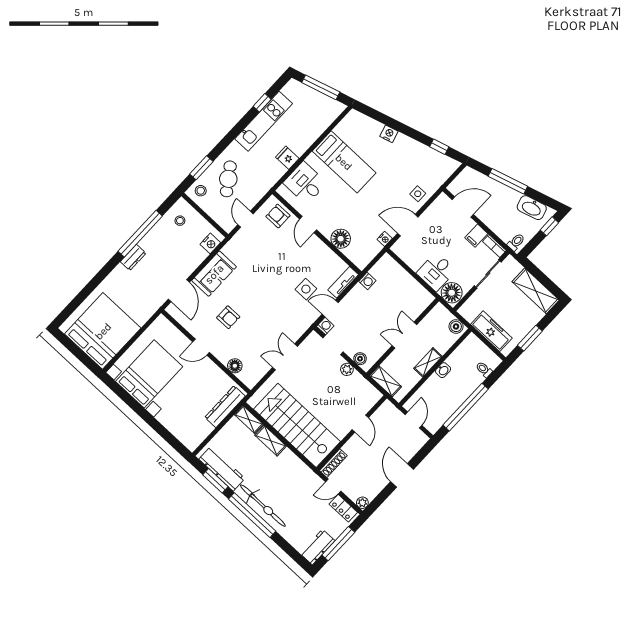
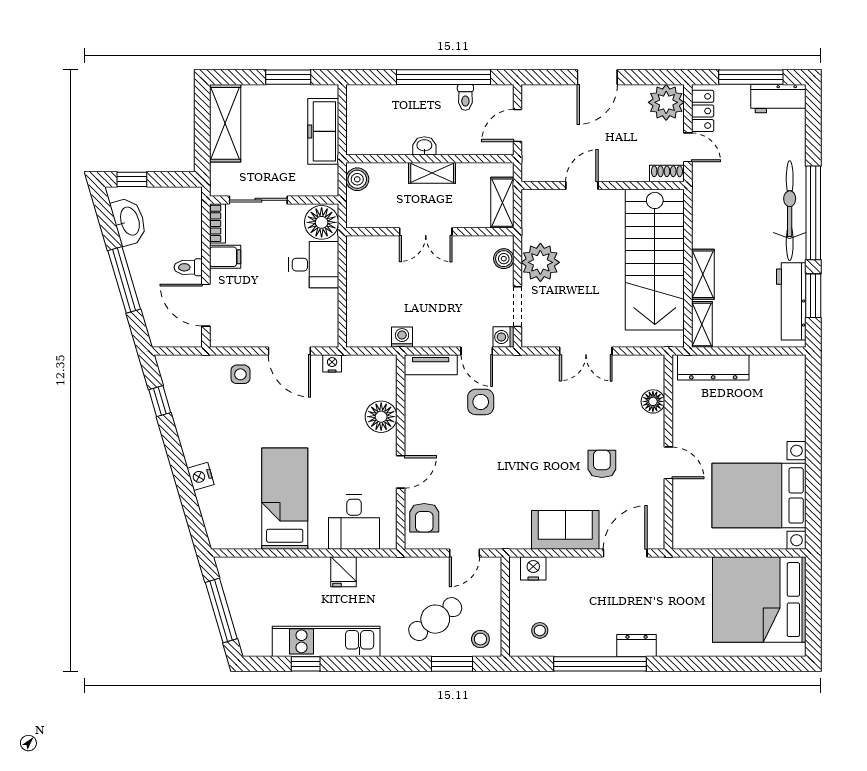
toilet: (516, 242) -> (188, 267), moved
plant: (347, 369) -> (540, 262), width x1.87, depth x1.87
toilet: (484, 369) -> (465, 97), moved
shoe rack: (333, 463) -> (667, 173), width x0.70
plant: (362, 503) -> (666, 102), width x1.88, depth x1.88

